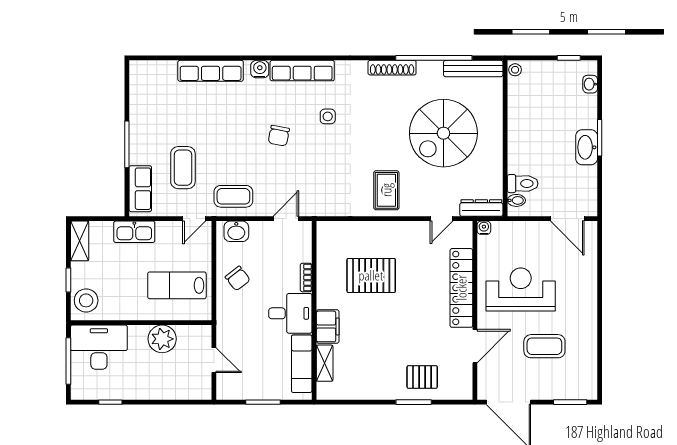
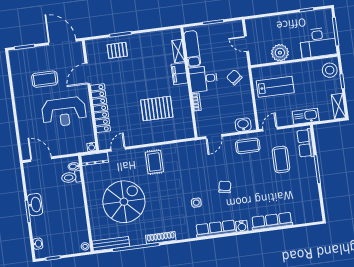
chair: (238, 278) -> (234, 77), moved

